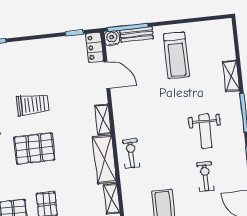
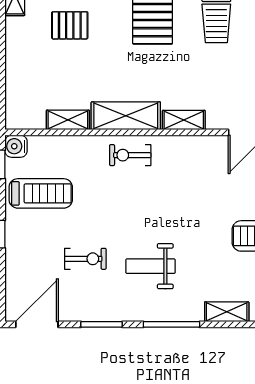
exercise bike: (131, 153) -> (130, 155), turned 180

